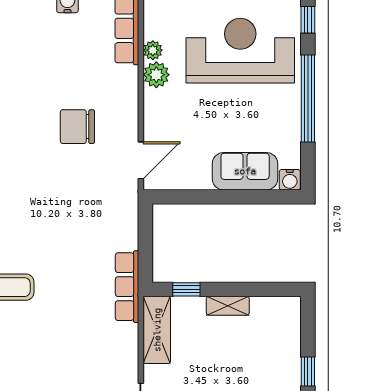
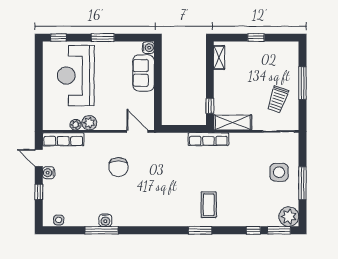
window: (308, 98) -> (103, 38), width x0.47
shelving: (228, 306) -> (219, 57), moved

